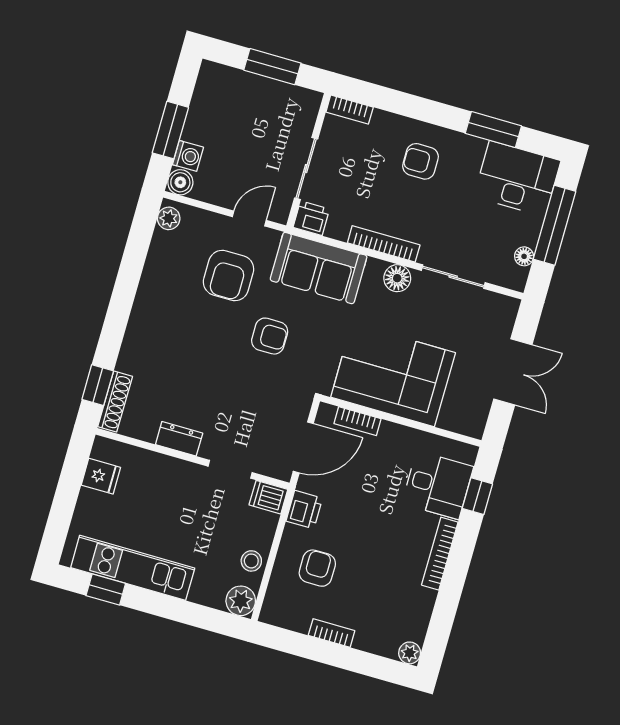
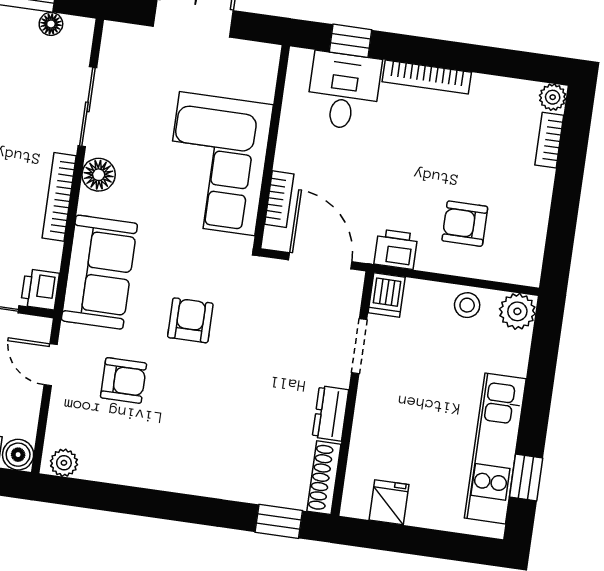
armchair: (229, 276) -> (124, 380), width x0.72, depth x0.72
shoe rack: (115, 401) -> (324, 478), moved, turned -90
bookcase: (332, 633) -> (549, 140), moved

